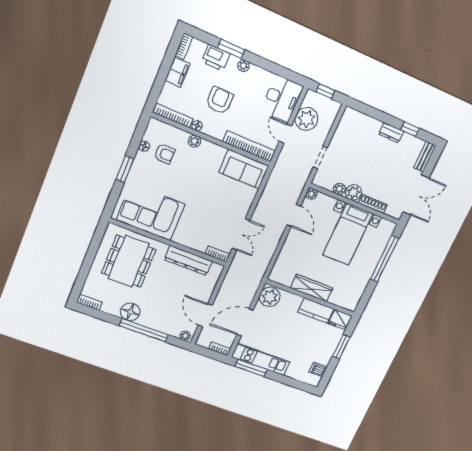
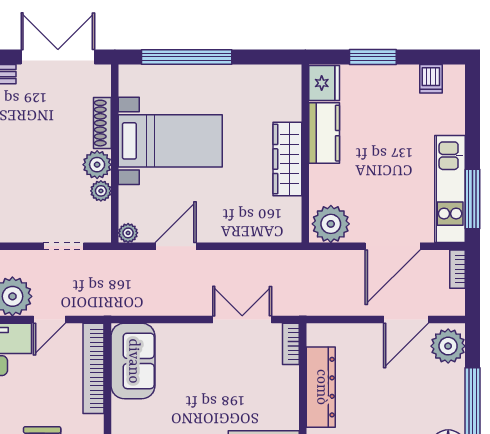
door: (245, 322) -> (393, 246), hinge flipped
plant: (185, 336) -> (448, 346), width x1.88, depth x1.88

